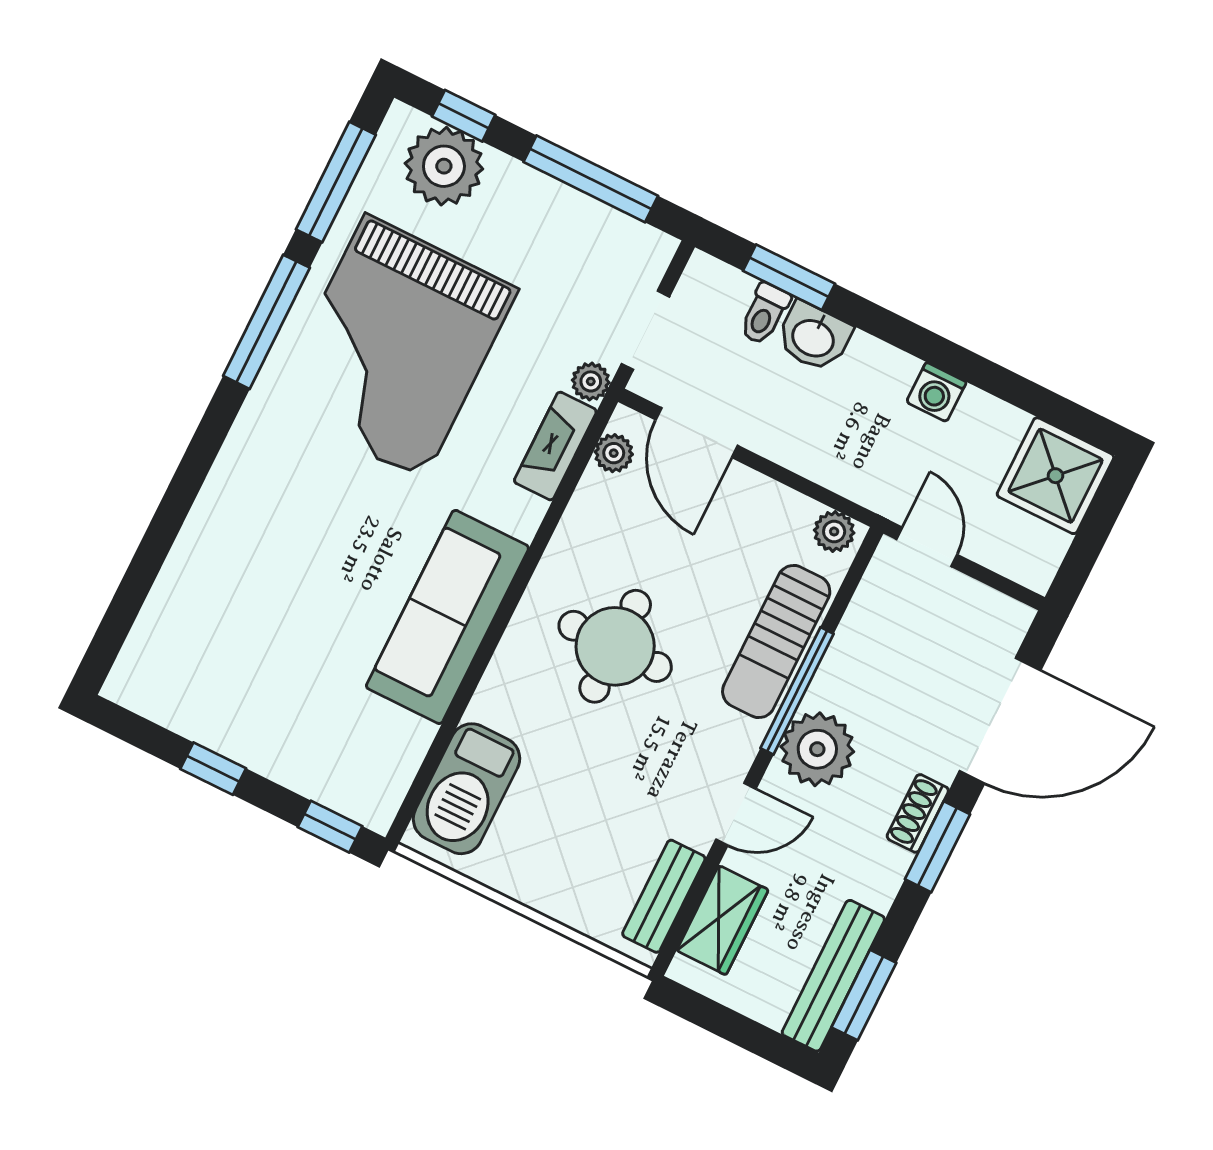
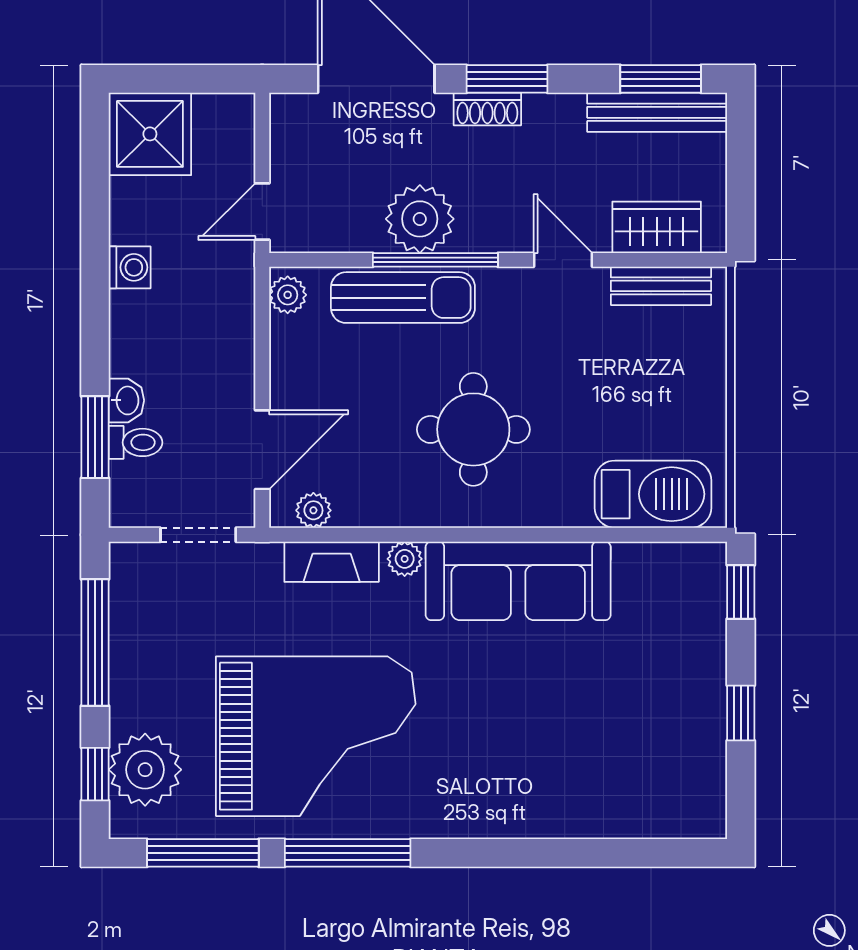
washbasin: (814, 337) -> (126, 400), width x0.72, depth x0.69
plant: (591, 381) -> (405, 559), moved
plant: (817, 749) -> (420, 219), moved

